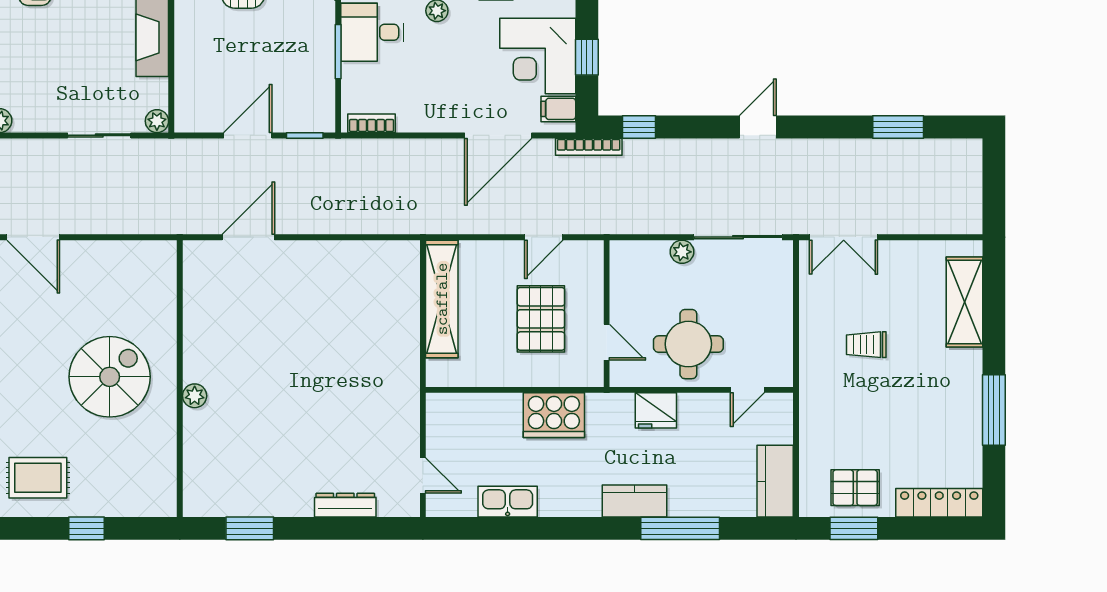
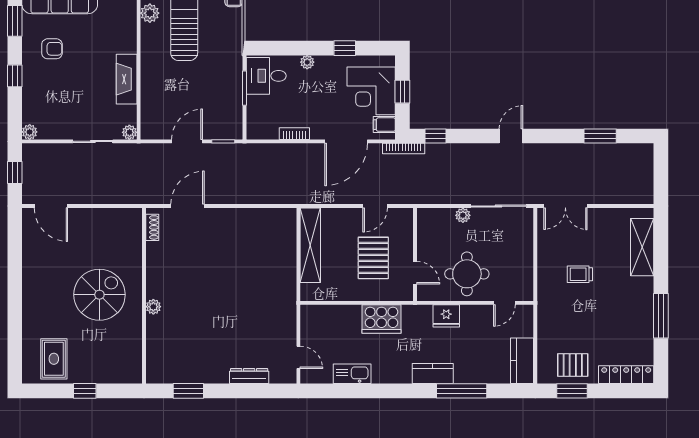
bookcase: (372, 123) -> (294, 134), moved
shoe rack: (193, 271) -> (152, 227), added
rug: (38, 478) -> (54, 359), turned 90

